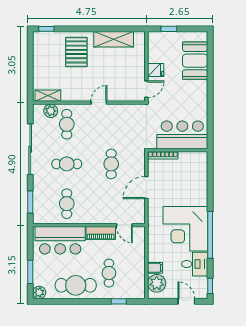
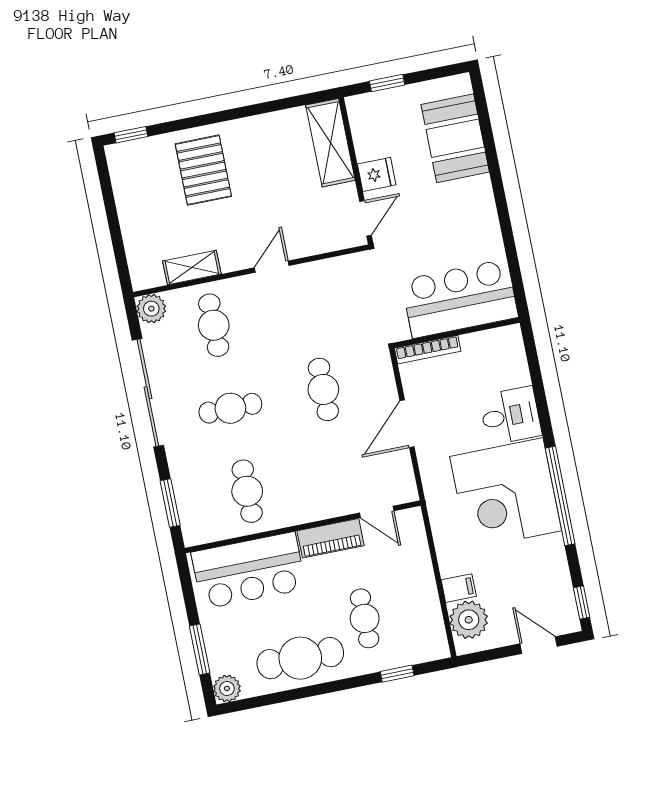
shelving: (114, 39) -> (330, 143), moved, turned 90
shelving: (48, 96) -> (192, 268), moved
plant: (51, 111) -> (151, 309), moved
desk: (195, 264) -> (510, 416), moved

